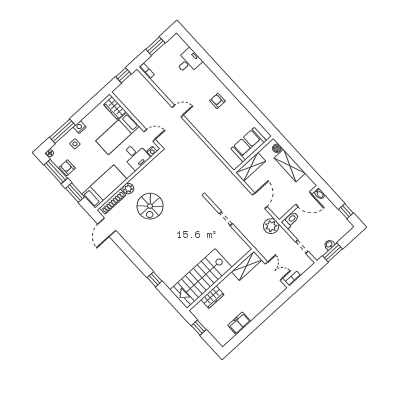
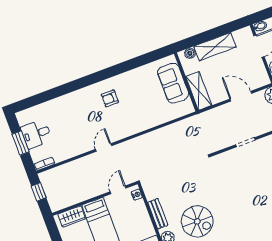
desk: (189, 61) -> (36, 134), moved, turned -90
desk: (136, 156) -> (135, 215), removed
bench: (144, 173) -> (158, 214), added

